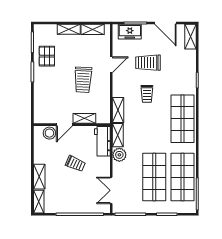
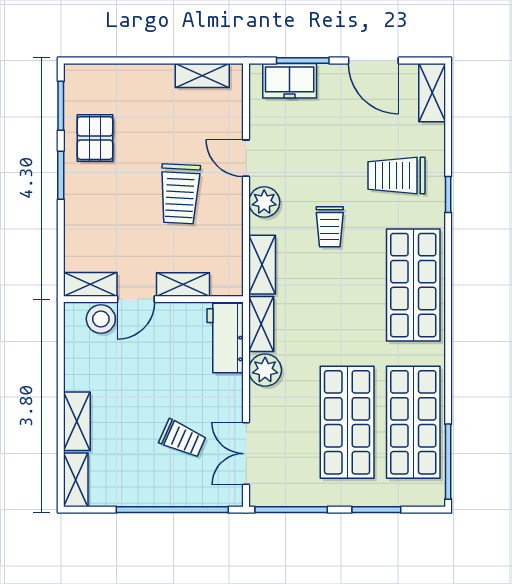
shelving: (69, 29) -> (90, 284), moved
trolley: (148, 63) -> (397, 175), moved
door: (111, 65) -> (246, 158), swing flipped
plant: (119, 83) -> (264, 202), added
trolley: (75, 164) -> (183, 439), moved

